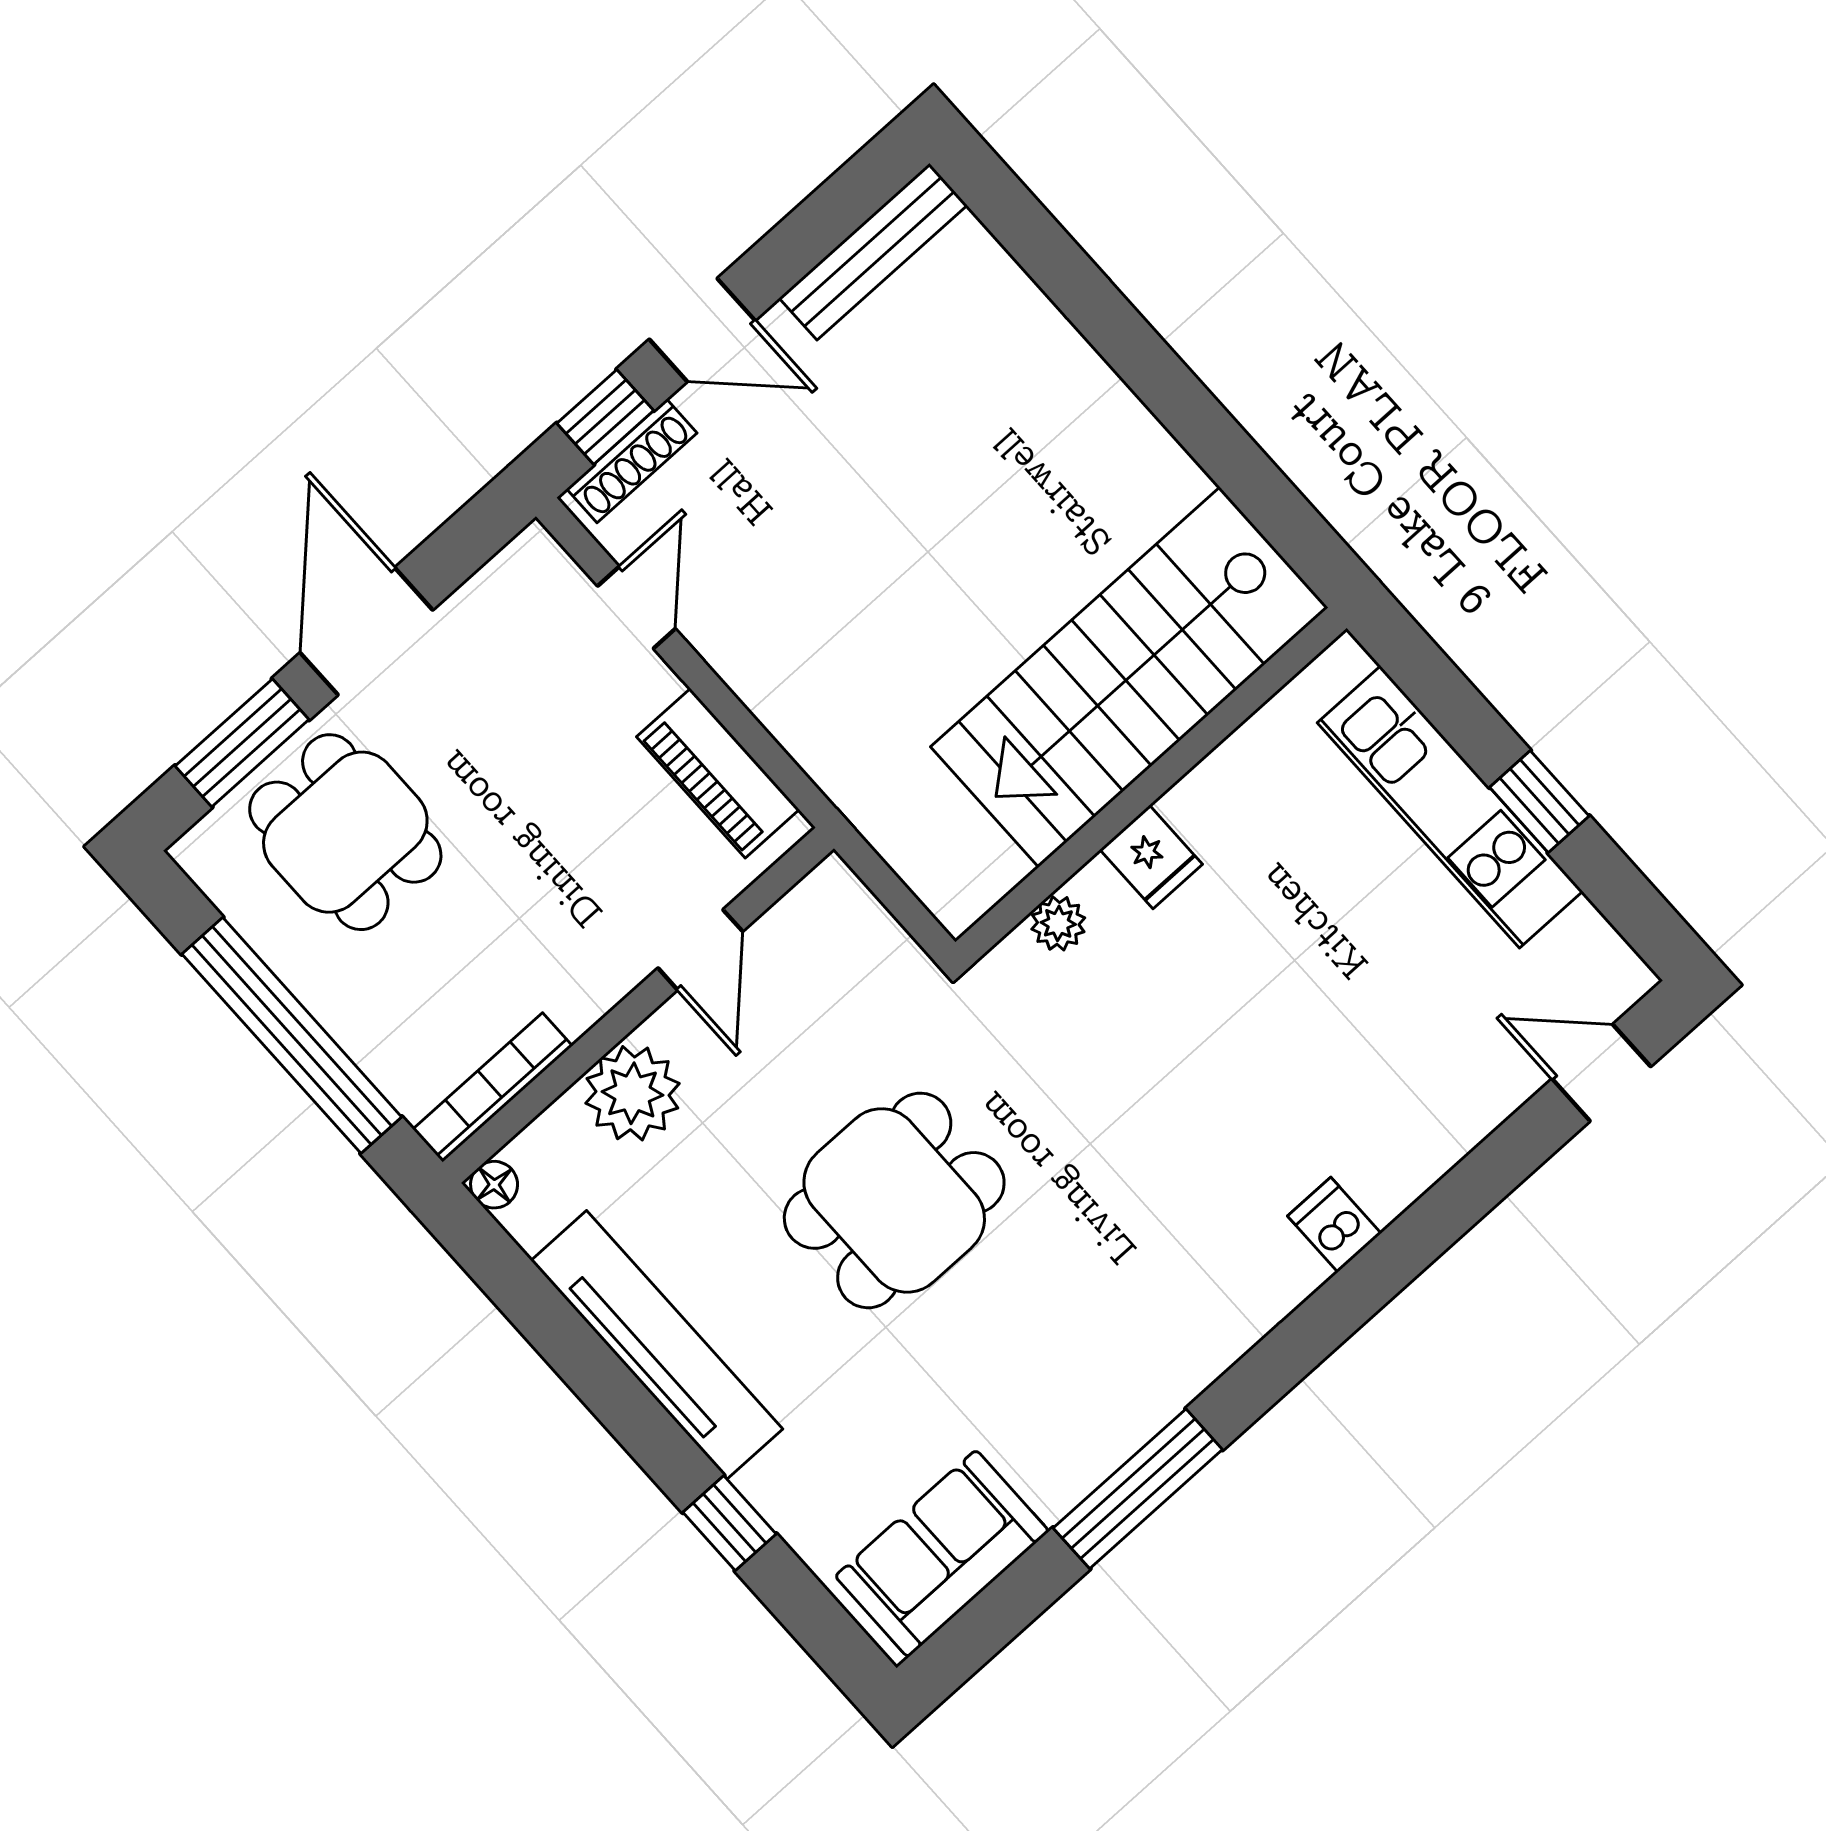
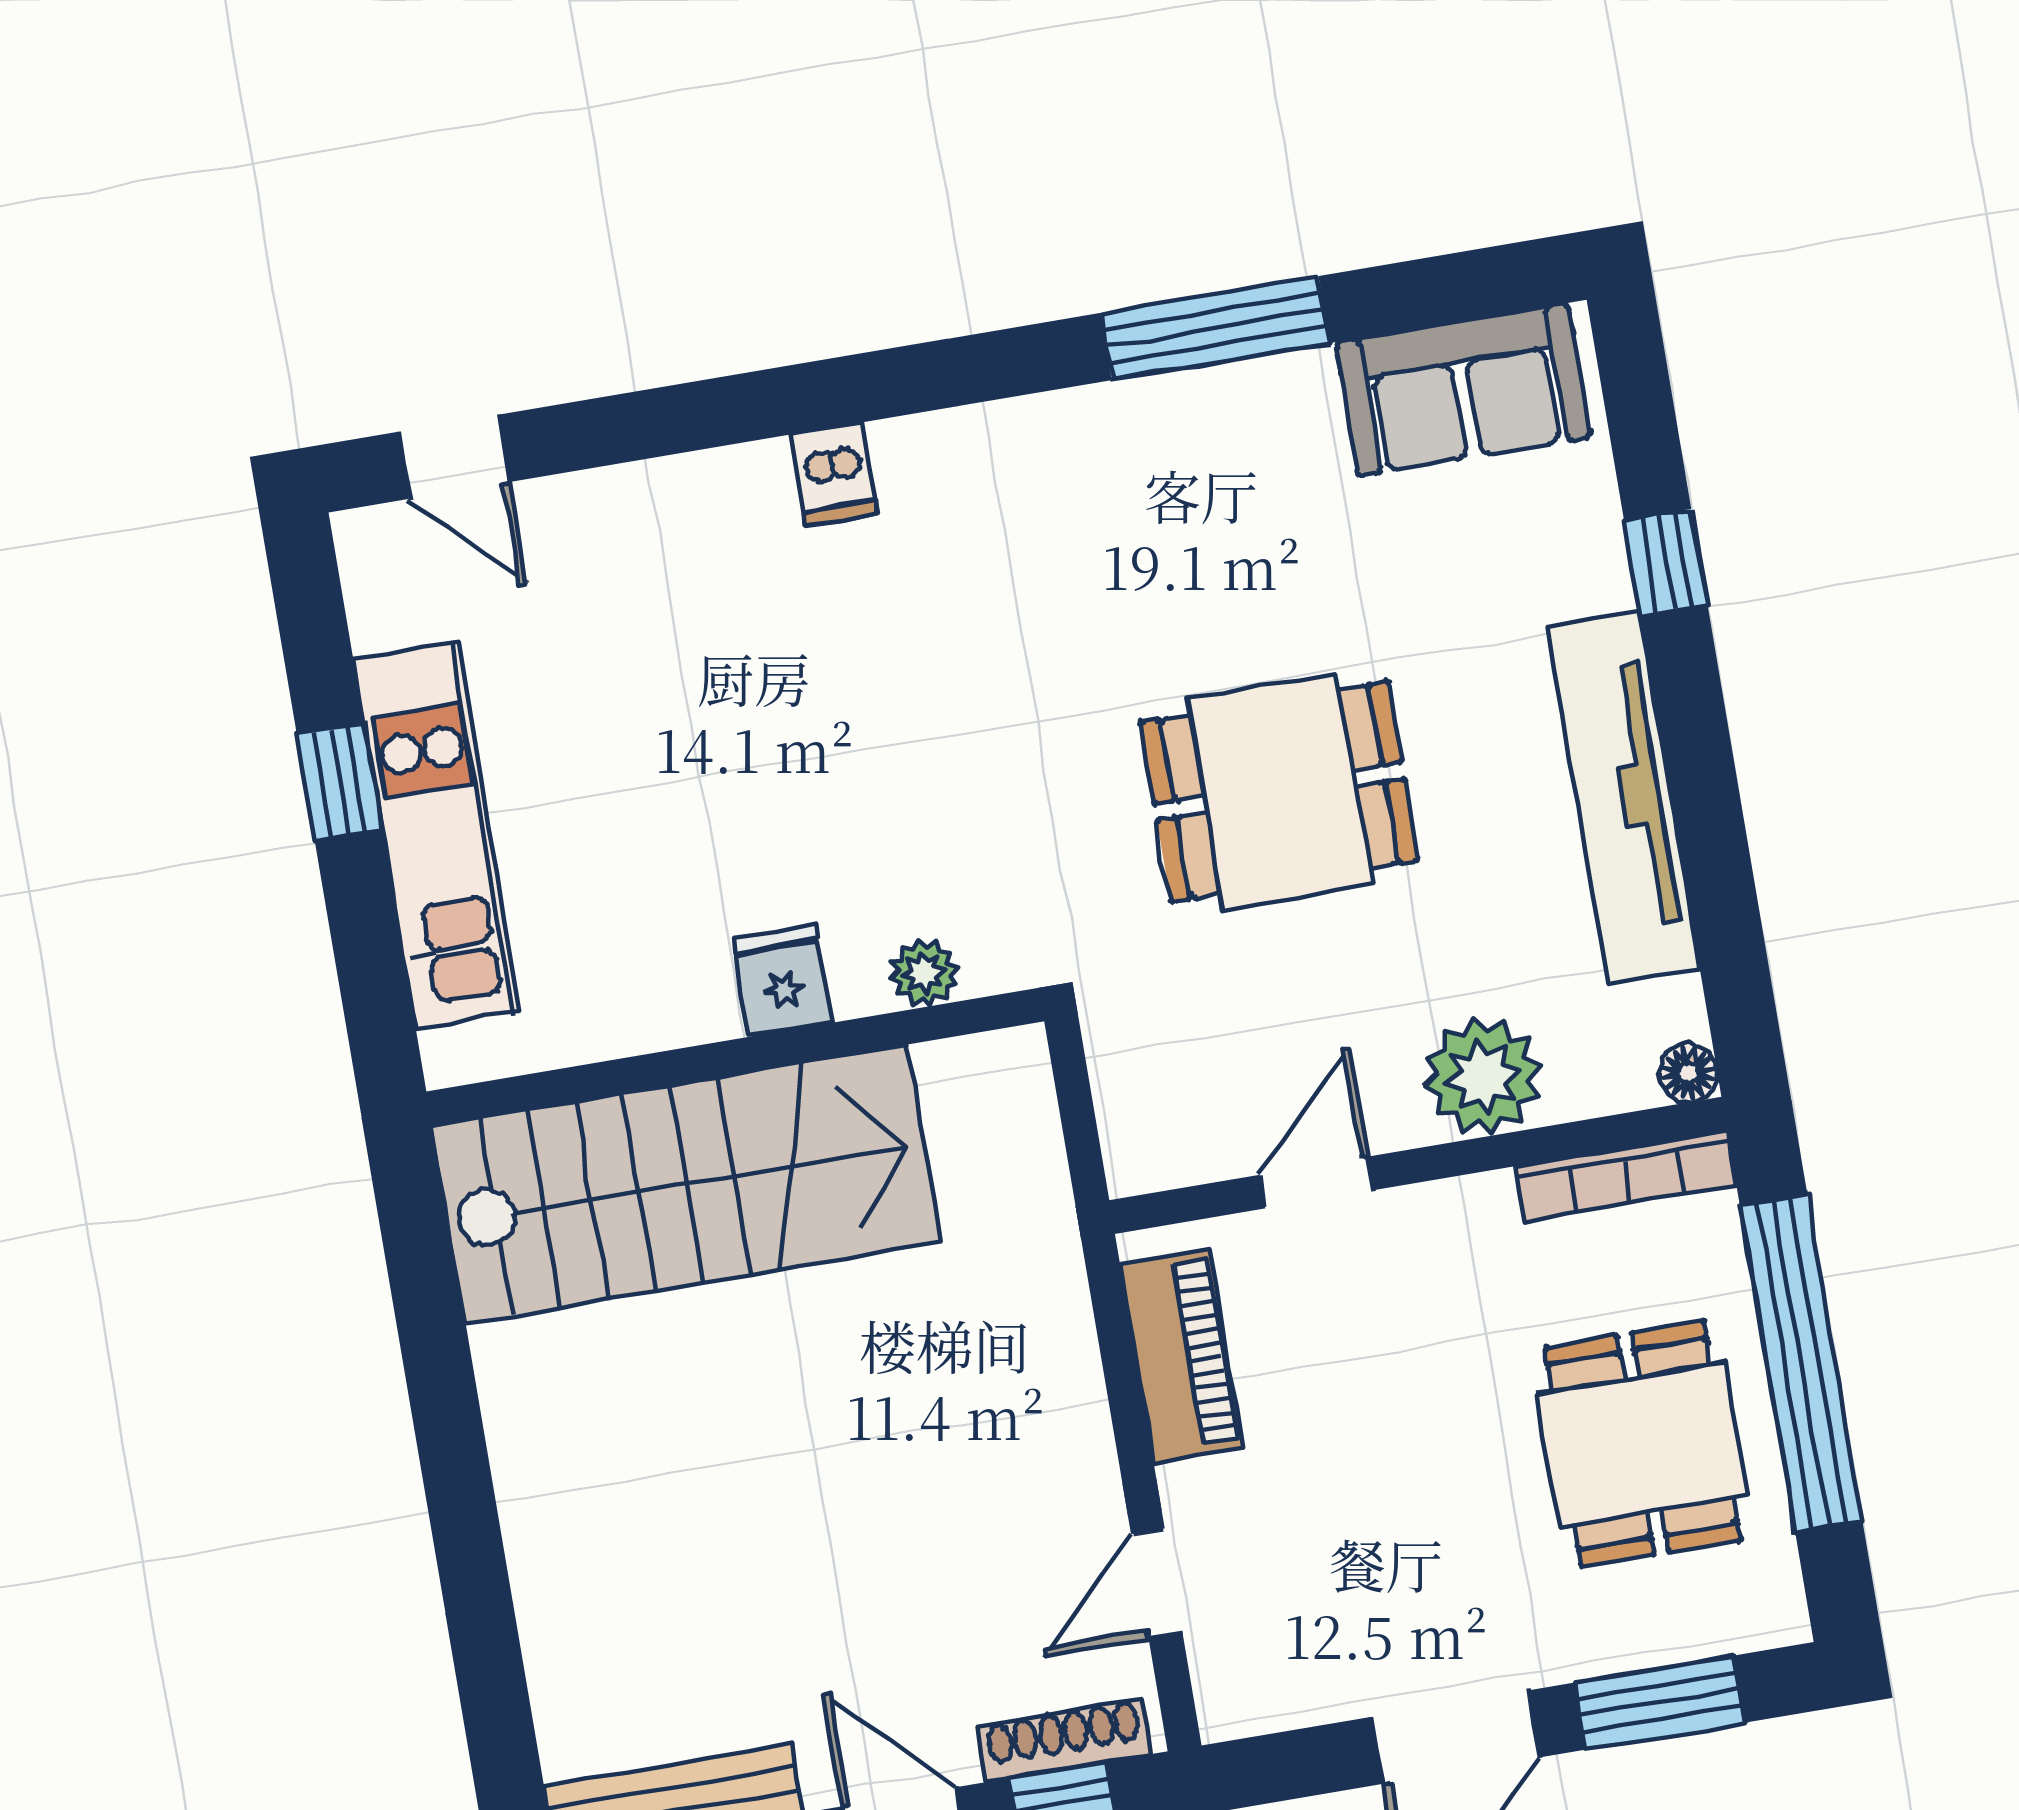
dining table: (345, 832) -> (1643, 1444), moved

